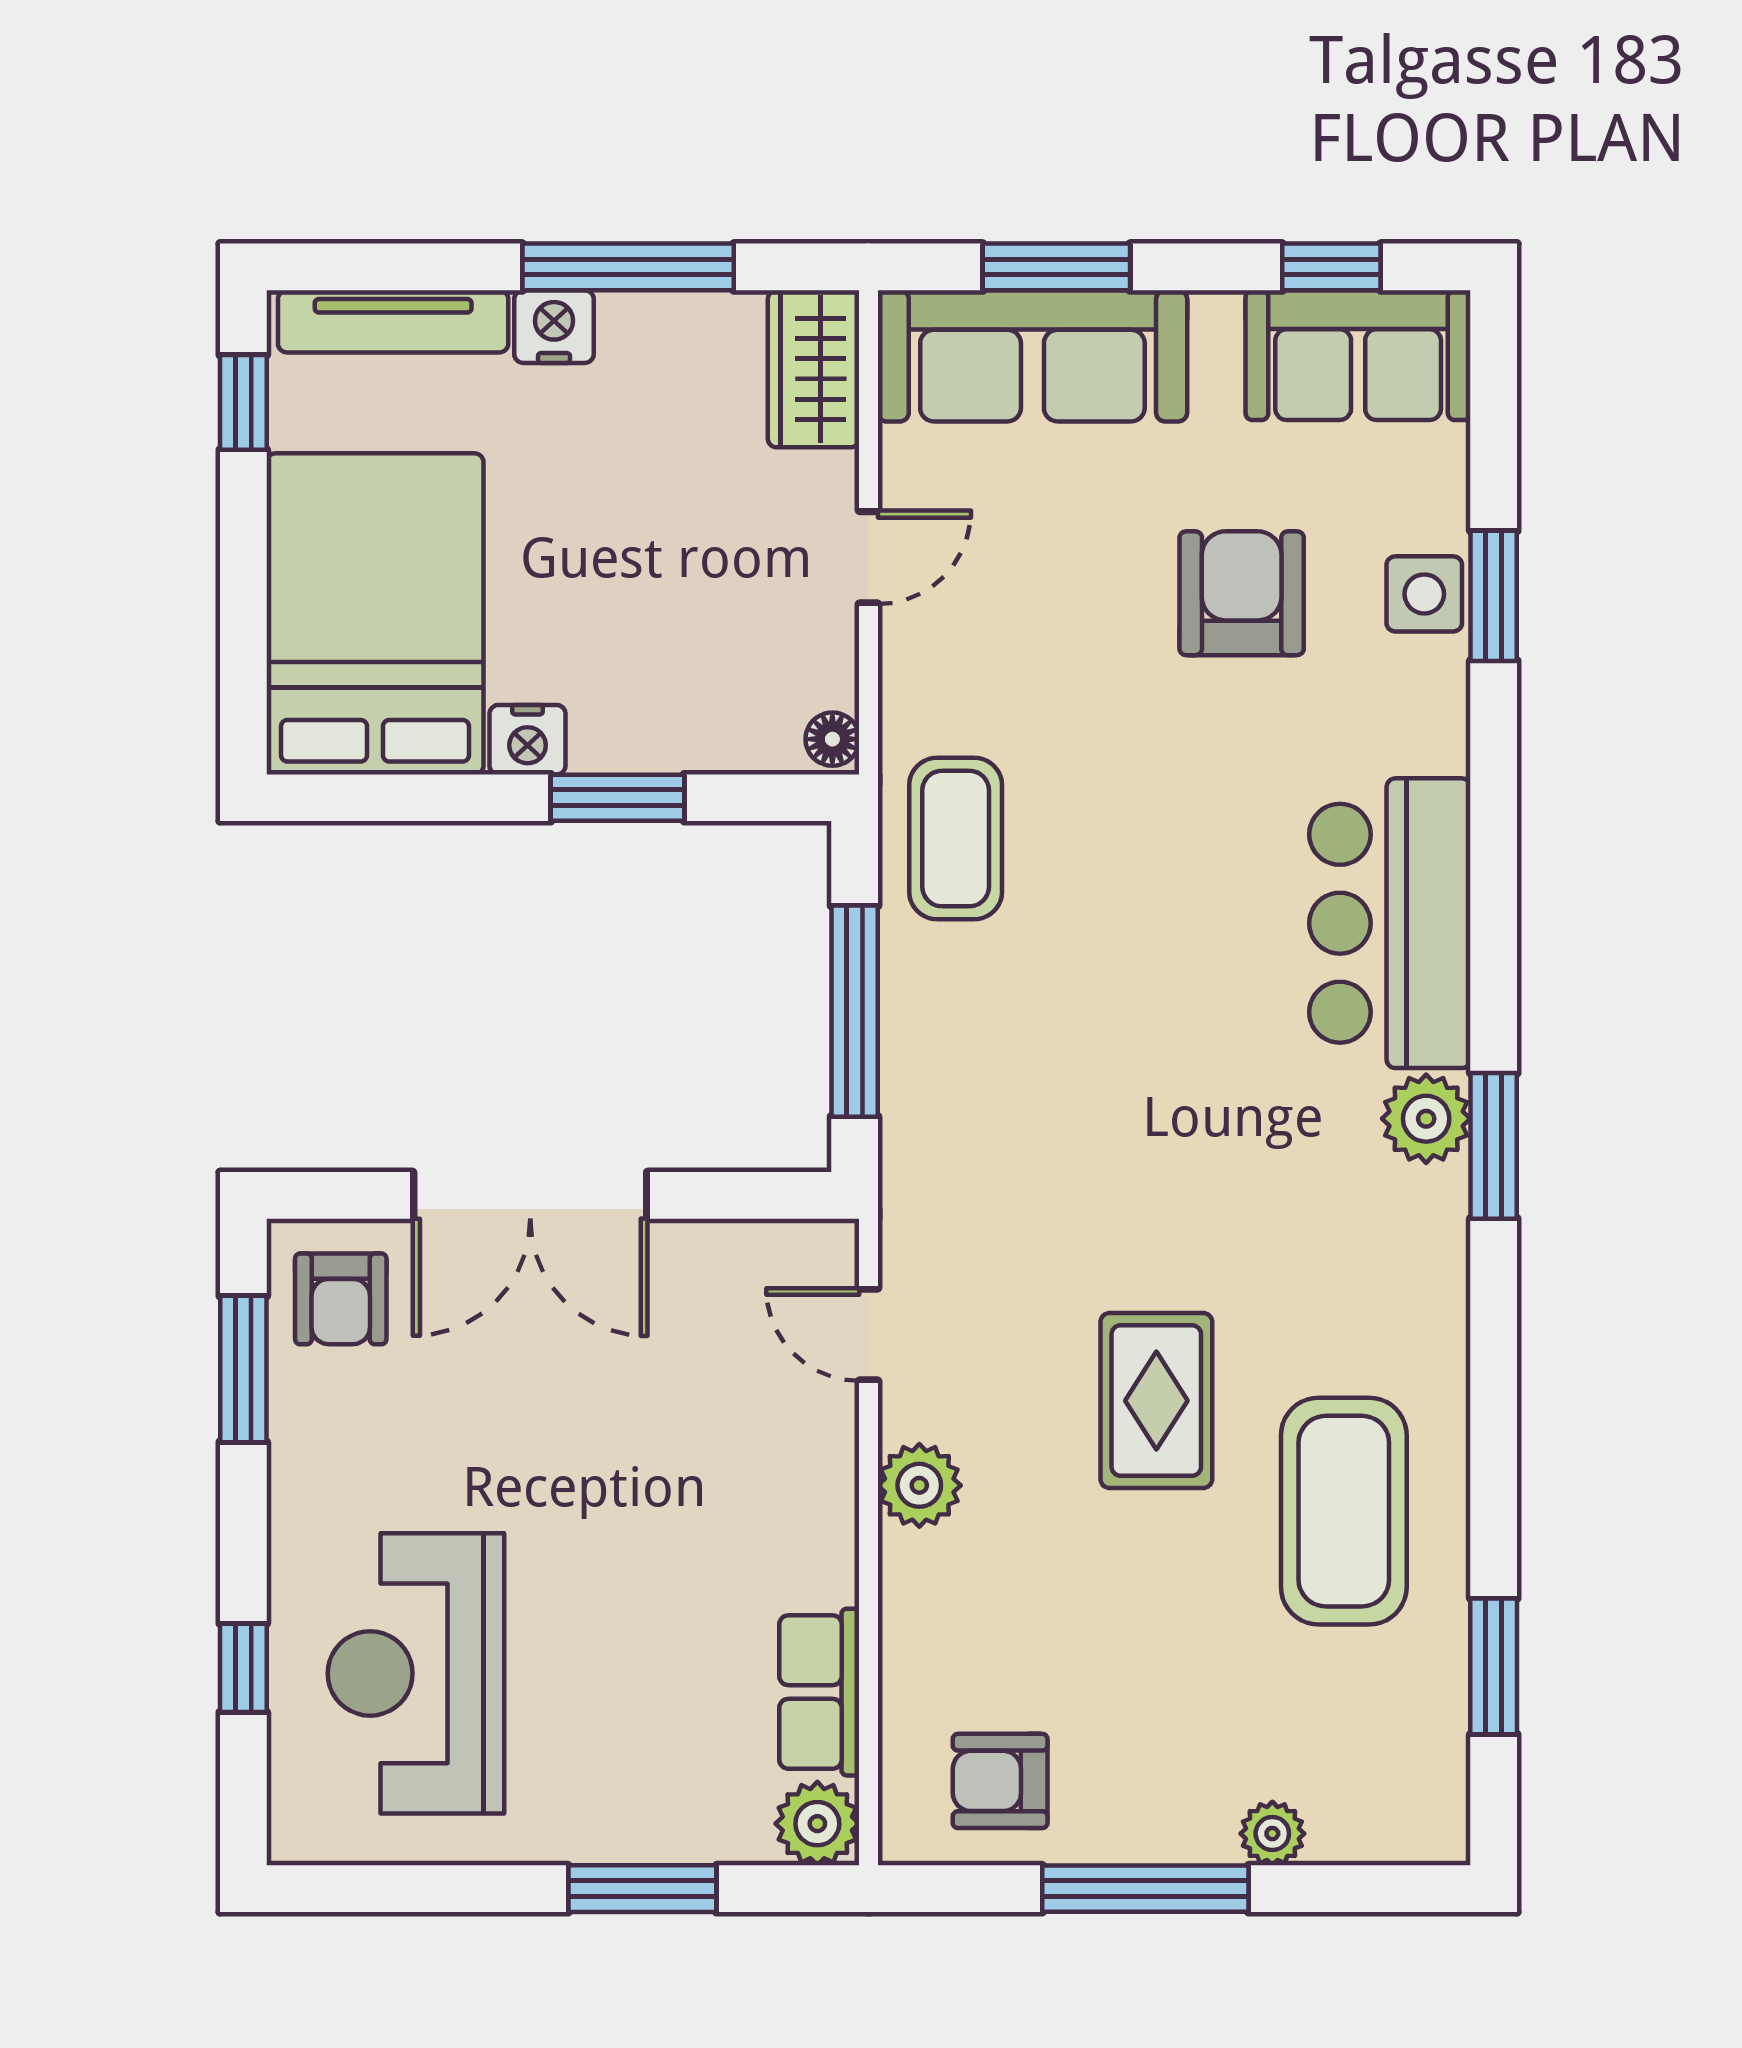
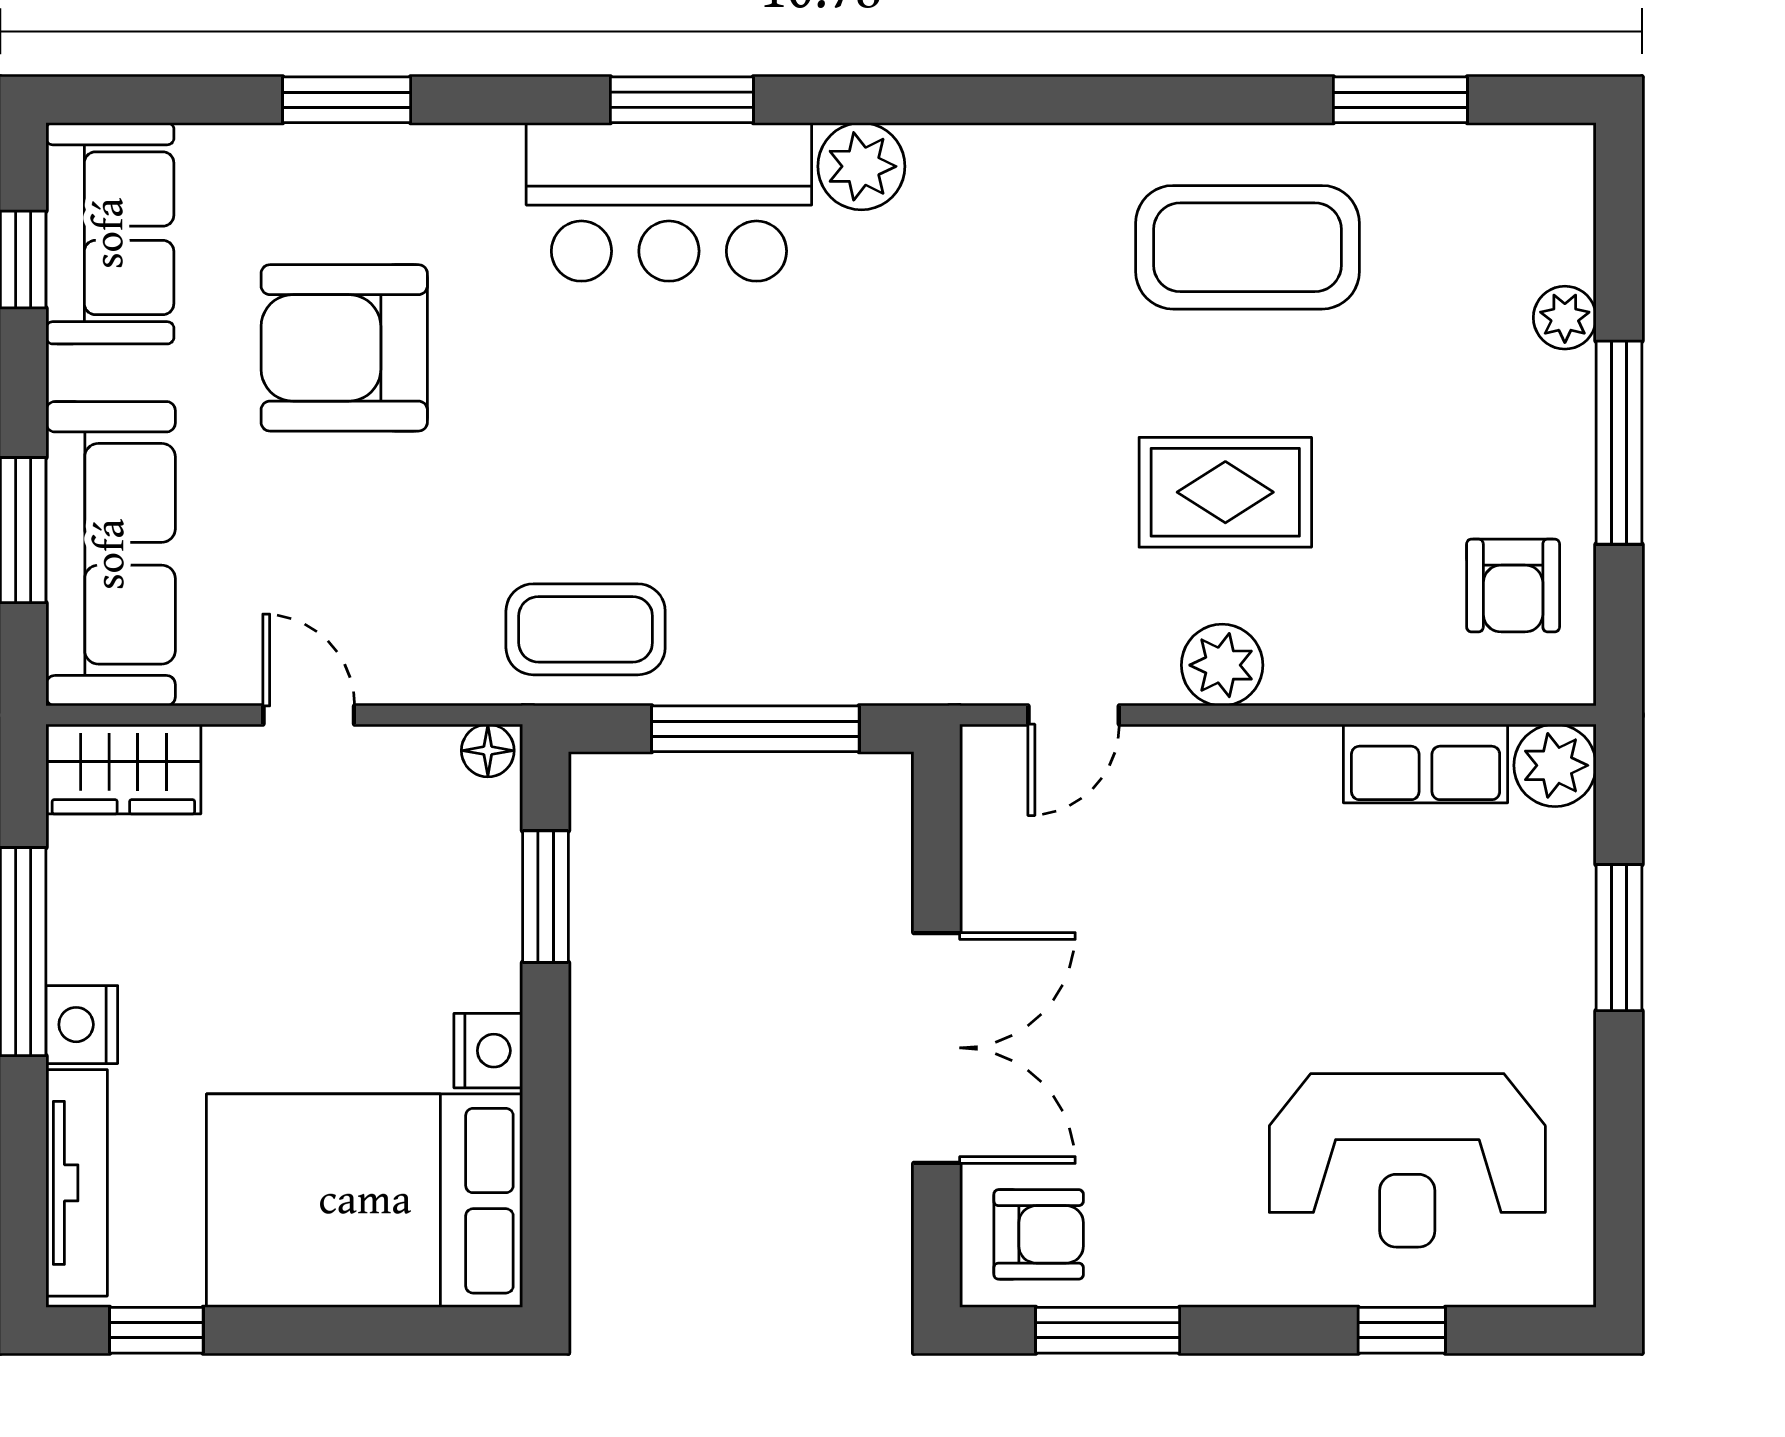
armchair: (1242, 593) -> (344, 348), width x1.36, depth x1.36
side table: (1424, 594) -> (345, 168), removed
window: (617, 798) -> (545, 897), moved
window: (1494, 1146) -> (682, 100), moved
rug: (1156, 1401) -> (1225, 492), moved

